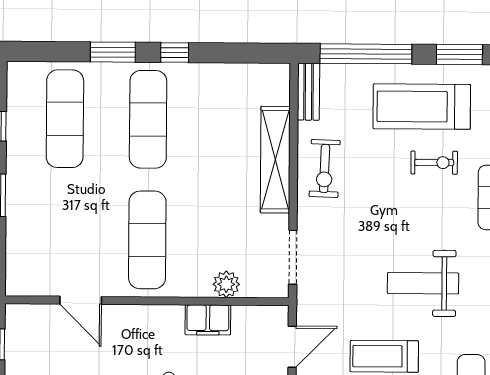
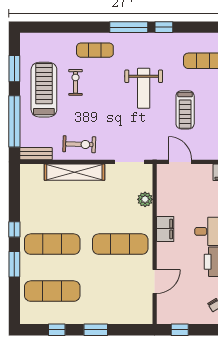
treadmill: (422, 107) -> (44, 90), turned 180
filing cabinet: (208, 320) -> (165, 229), moved

